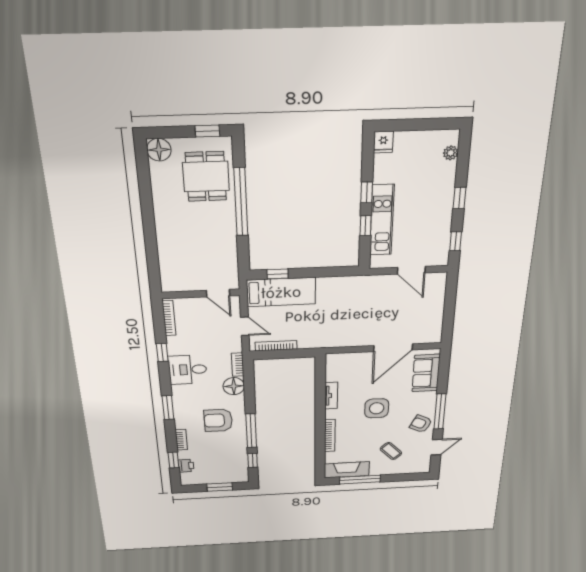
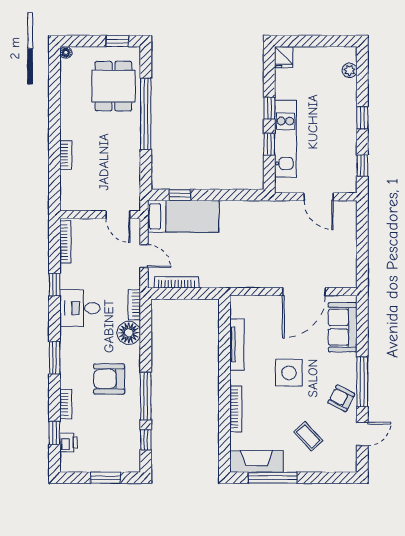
floor lamp: (159, 150) -> (66, 52), width x0.53, depth x0.53
bookcase: (162, 243) -> (66, 155), added
tv unit: (331, 396) -> (237, 345), width x1.41

